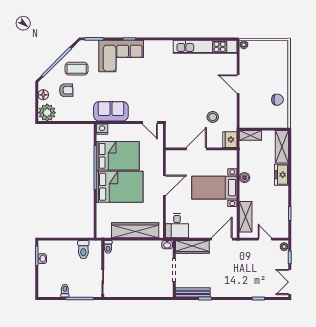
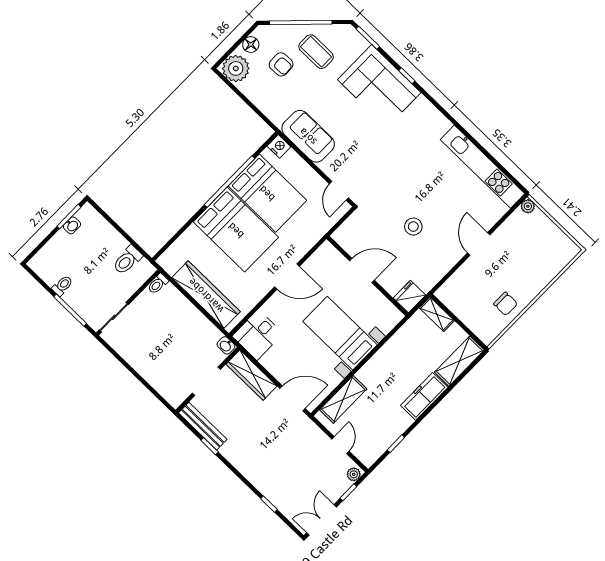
stool: (213, 117) -> (413, 227), moved
freezer: (282, 175) -> (424, 396), width x1.40
boiler: (245, 178) -> (385, 355), removed

